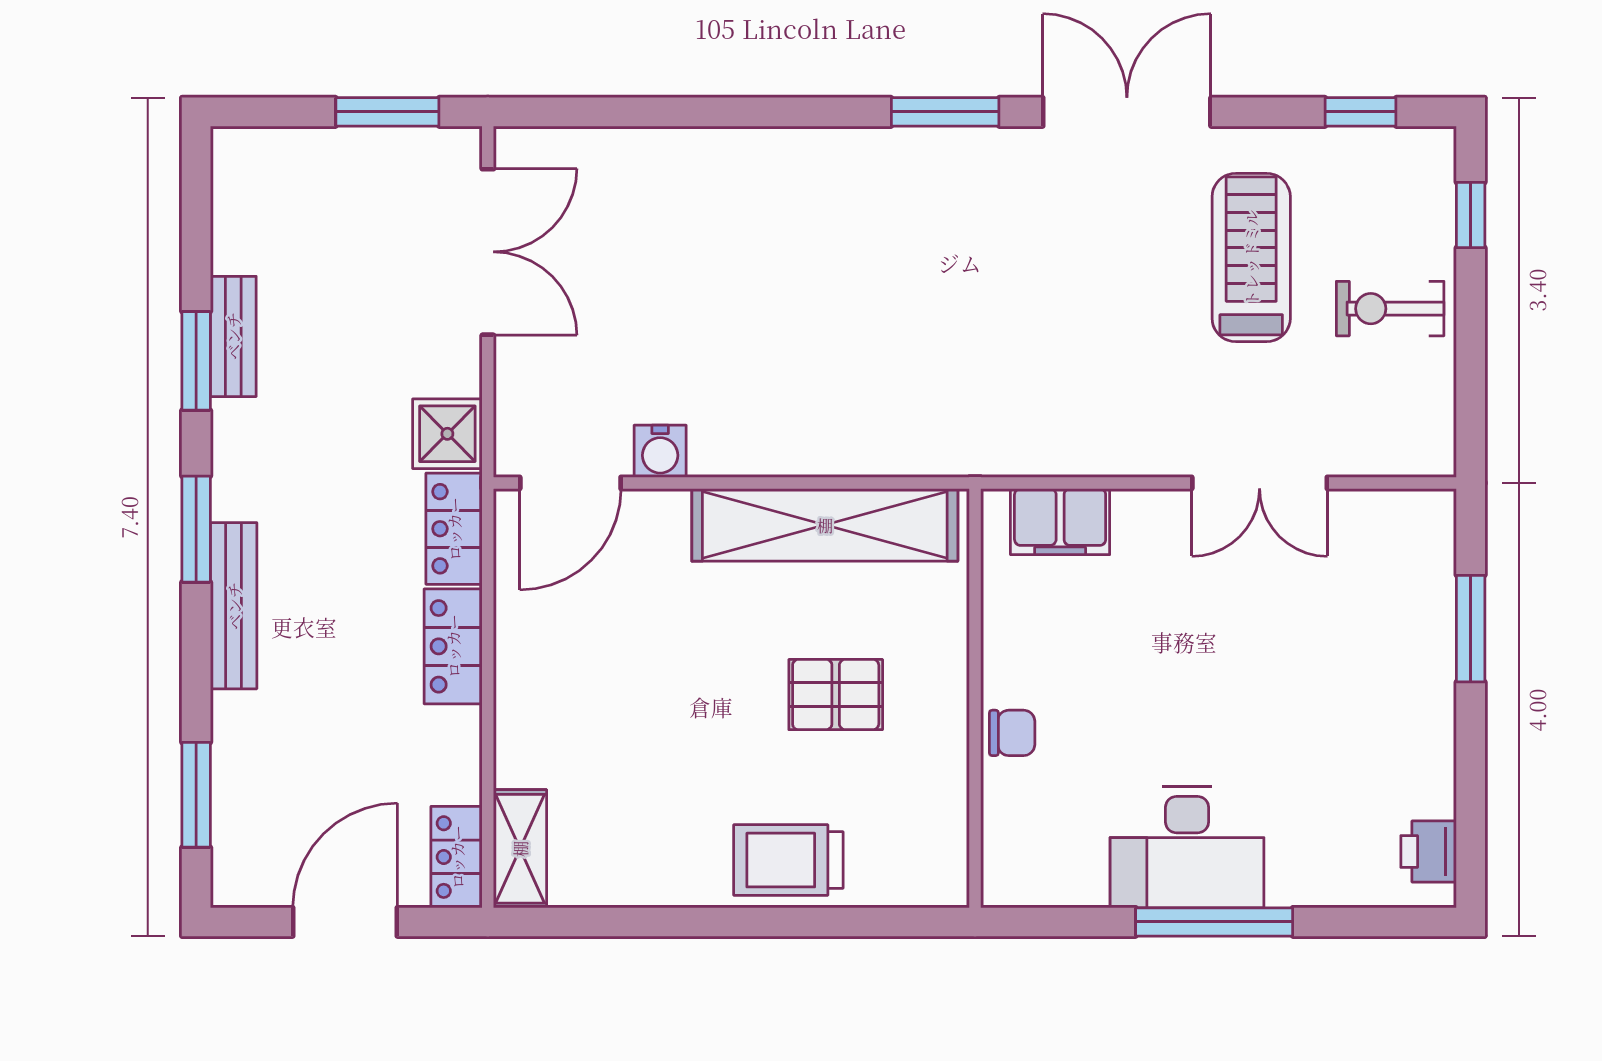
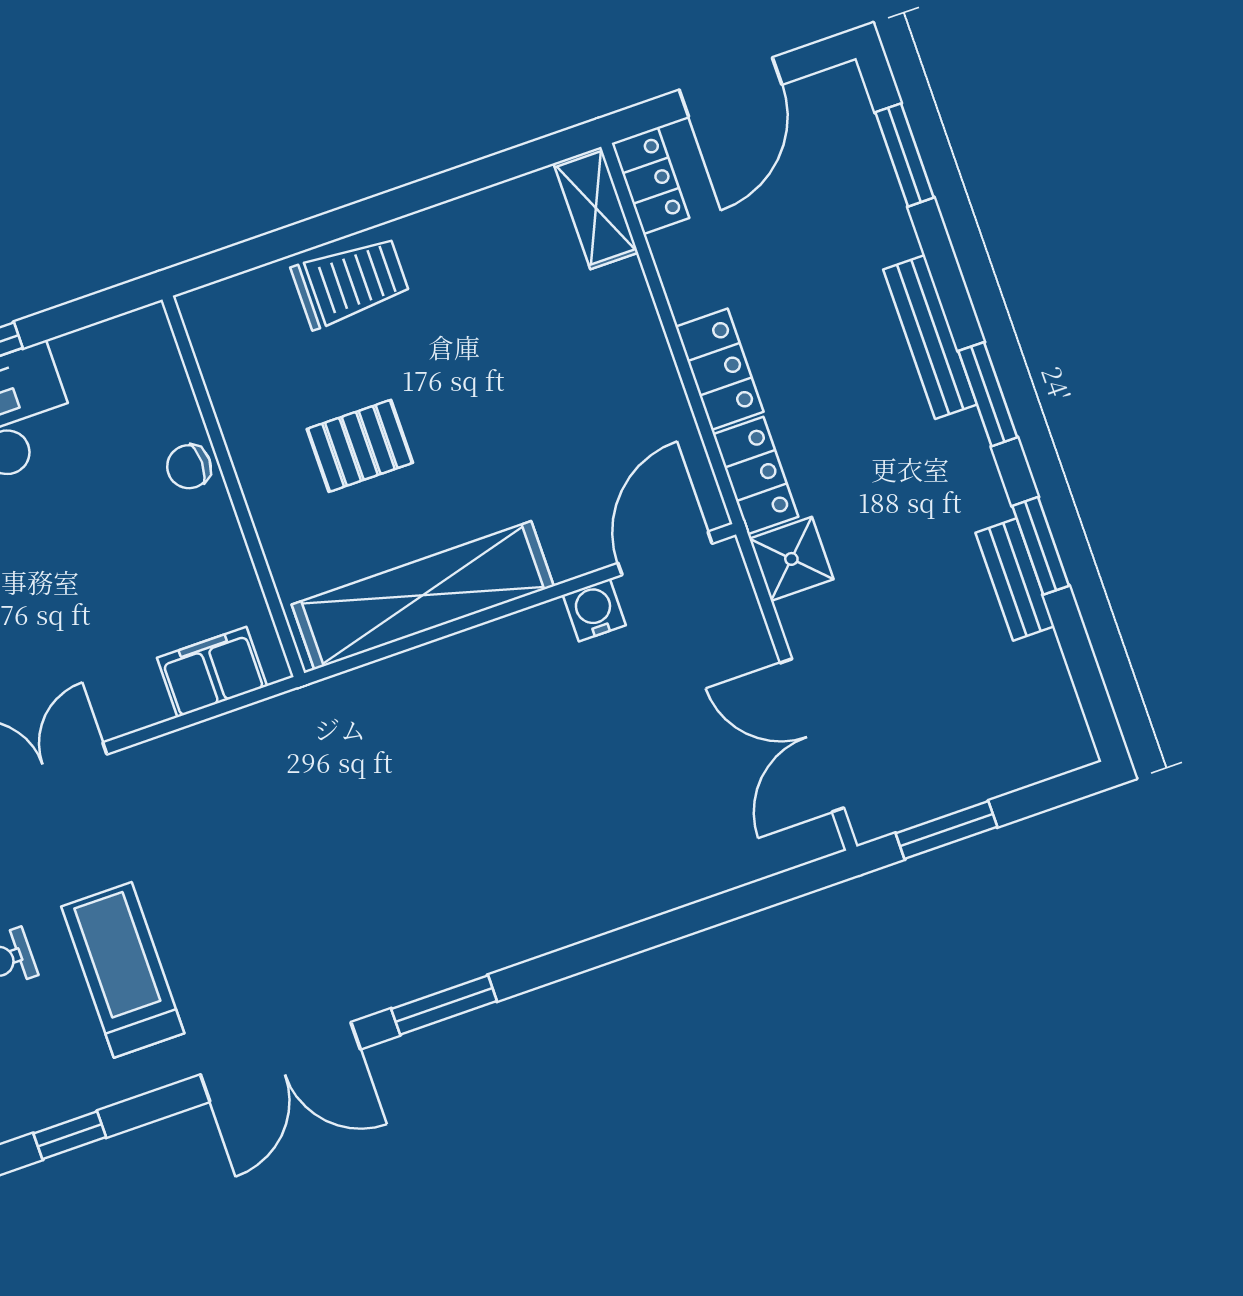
treadmill: (1251, 258) -> (123, 970), turned 180

